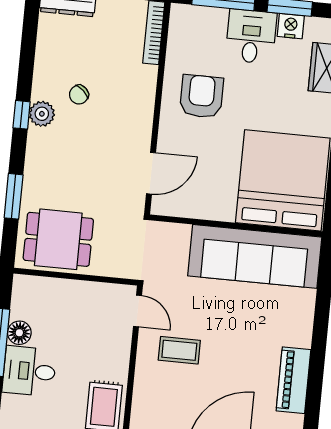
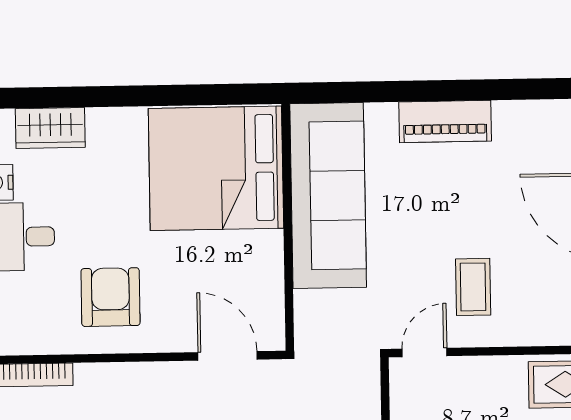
armchair: (202, 96) -> (110, 297), turned 90
piano: (293, 380) -> (445, 121), moved

